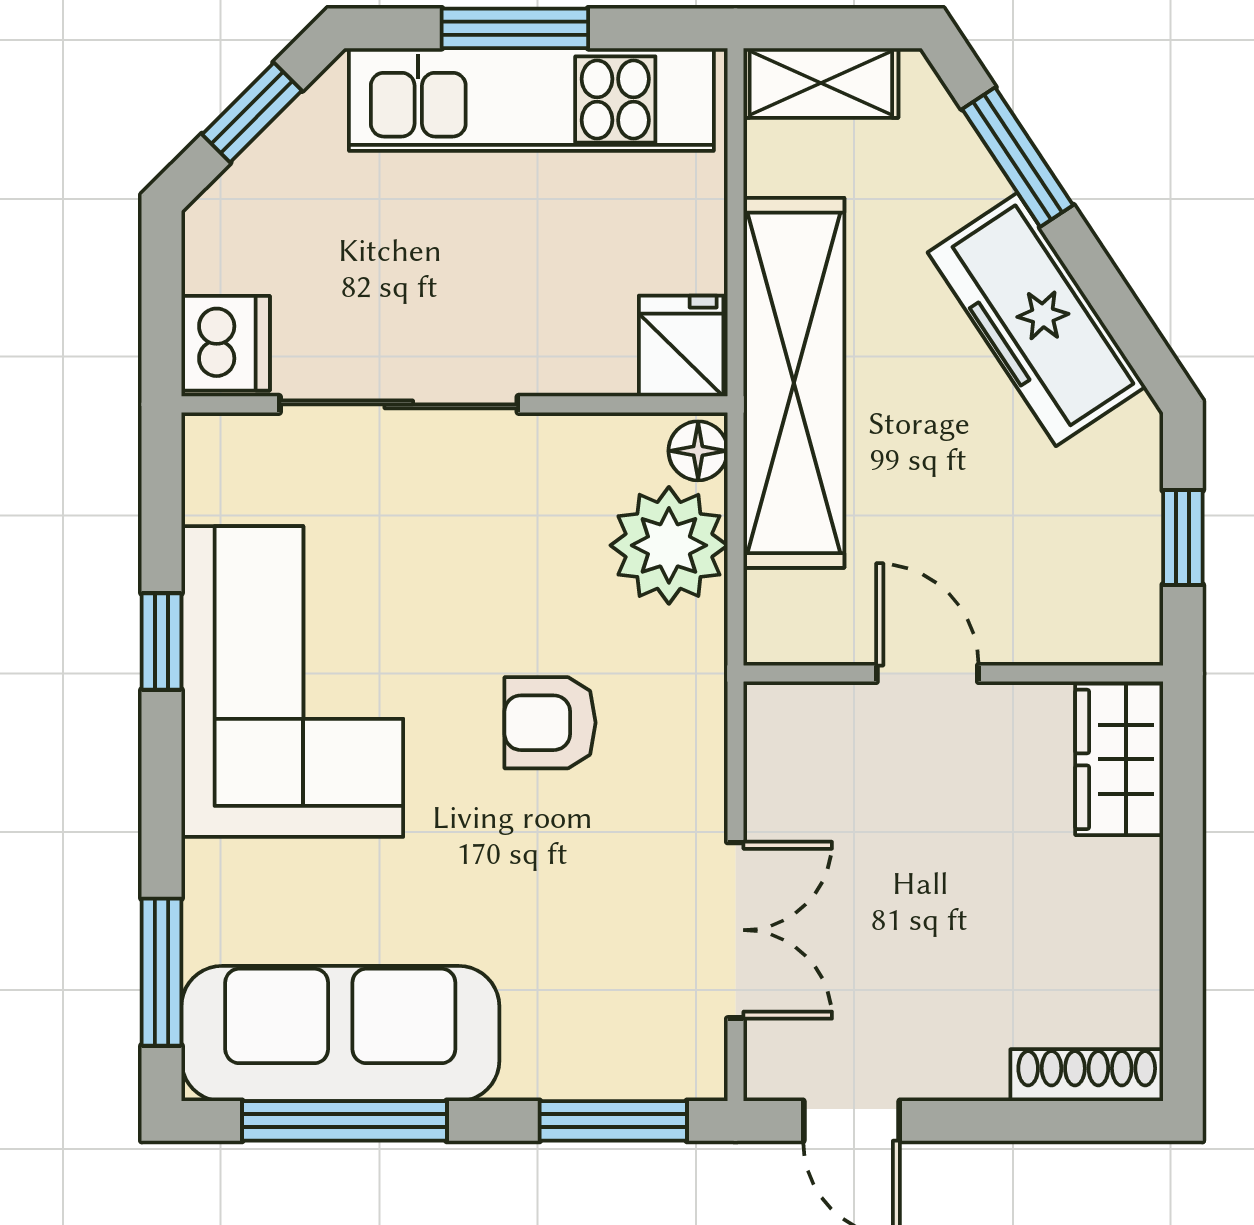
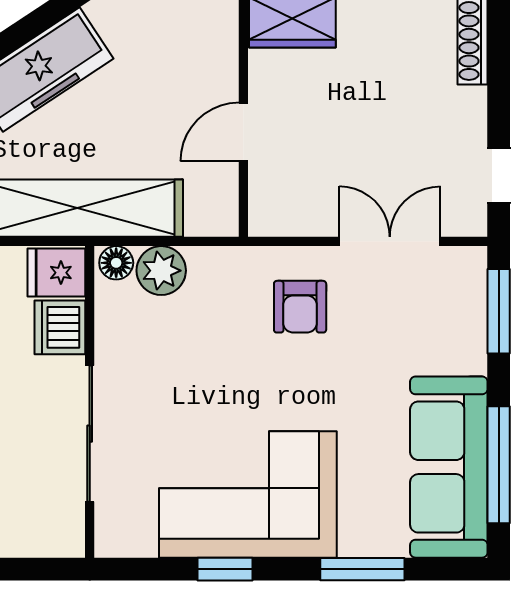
dishwasher: (226, 343) -> (60, 327), moved, turned -90
plant: (669, 545) -> (161, 271), width x0.73, depth x0.73
armchair: (550, 723) -> (300, 307), moved
window: (162, 972) -> (362, 569), moved

